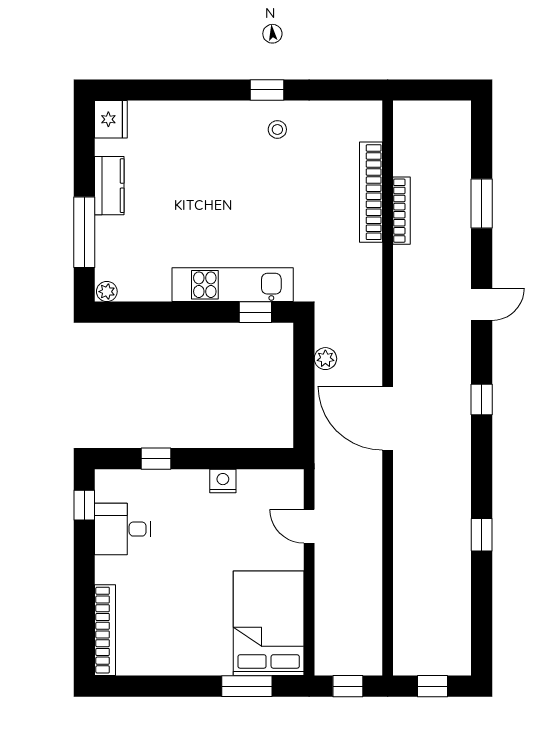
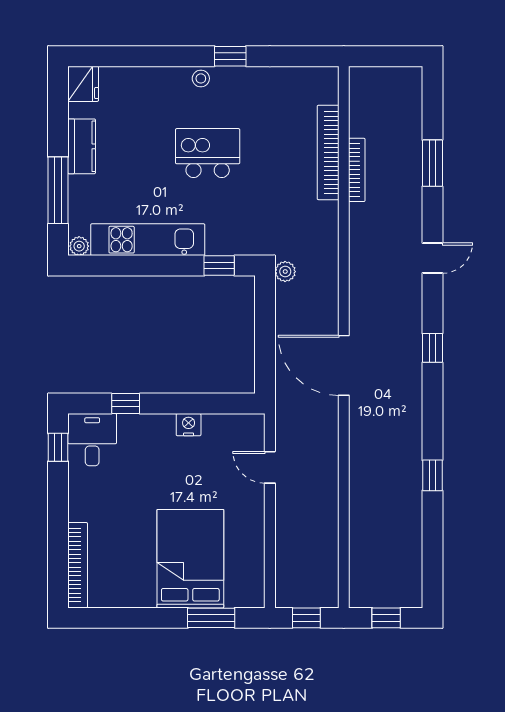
stool: (277, 129) -> (201, 78), moved
kitchen island: (243, 193) -> (208, 153), added
kitchen unit: (233, 285) -> (148, 240), moved
plant: (325, 359) -> (285, 272), moved
desk: (123, 529) -> (92, 440), moved, turned 90
bed: (269, 623) -> (190, 559), moved

